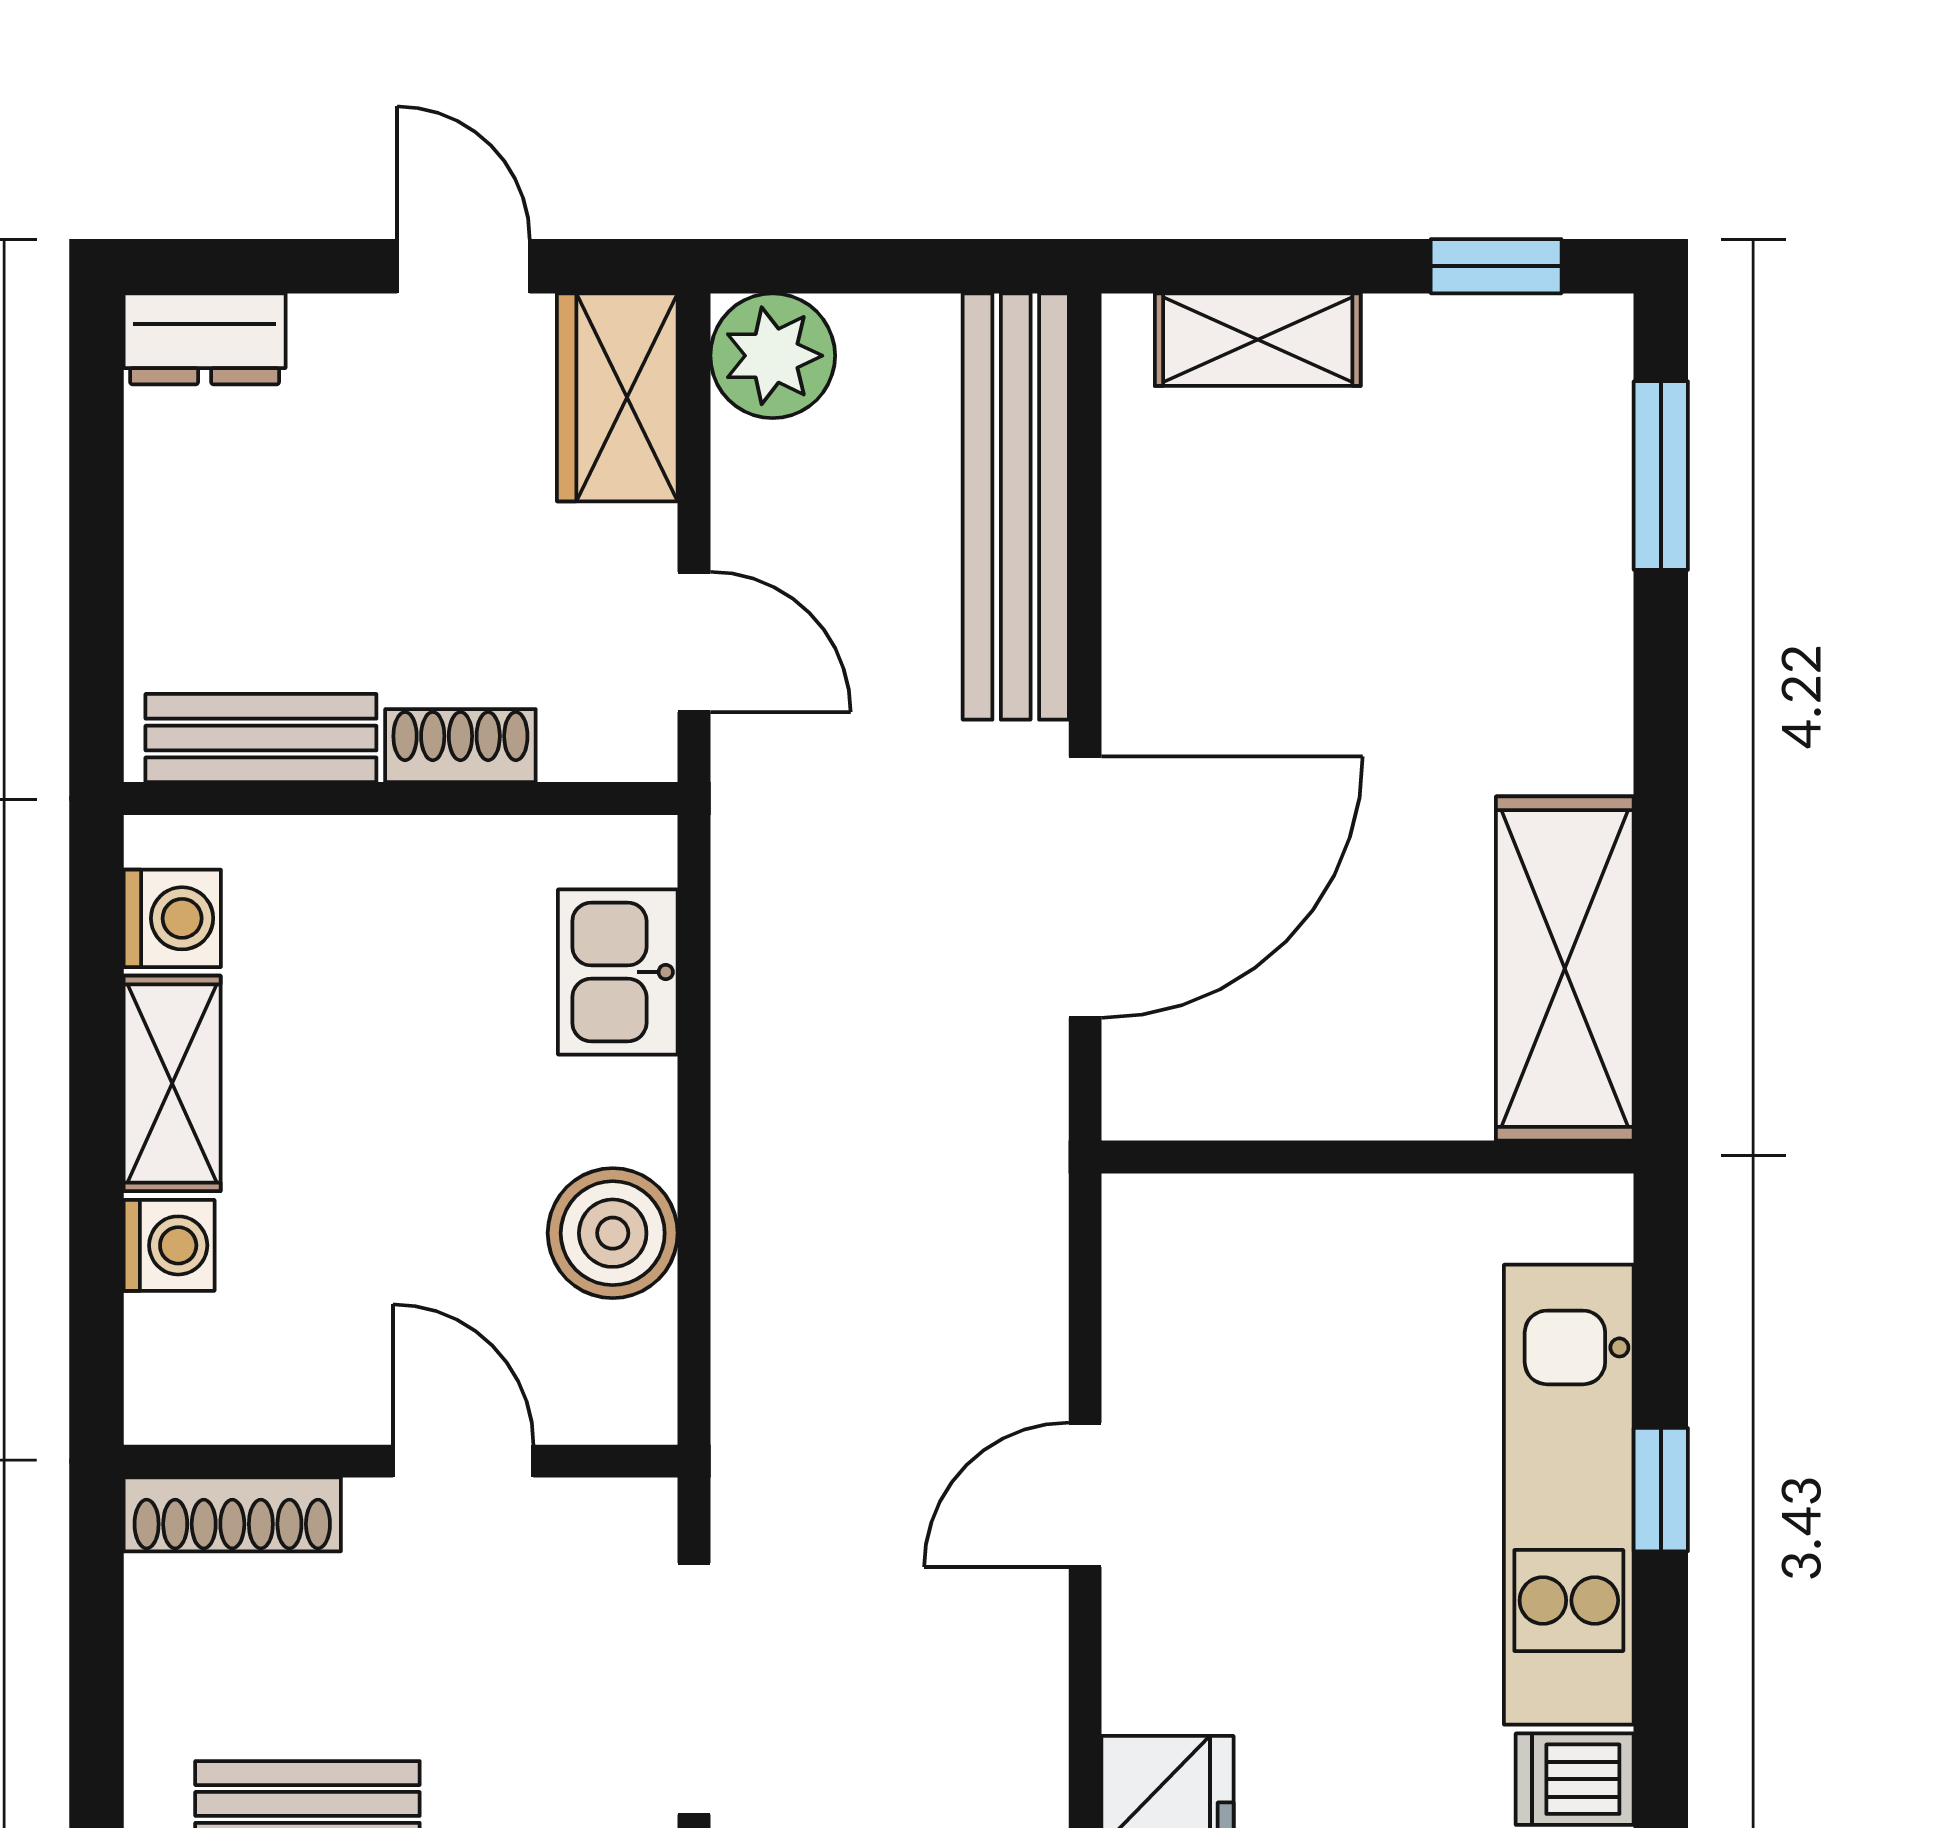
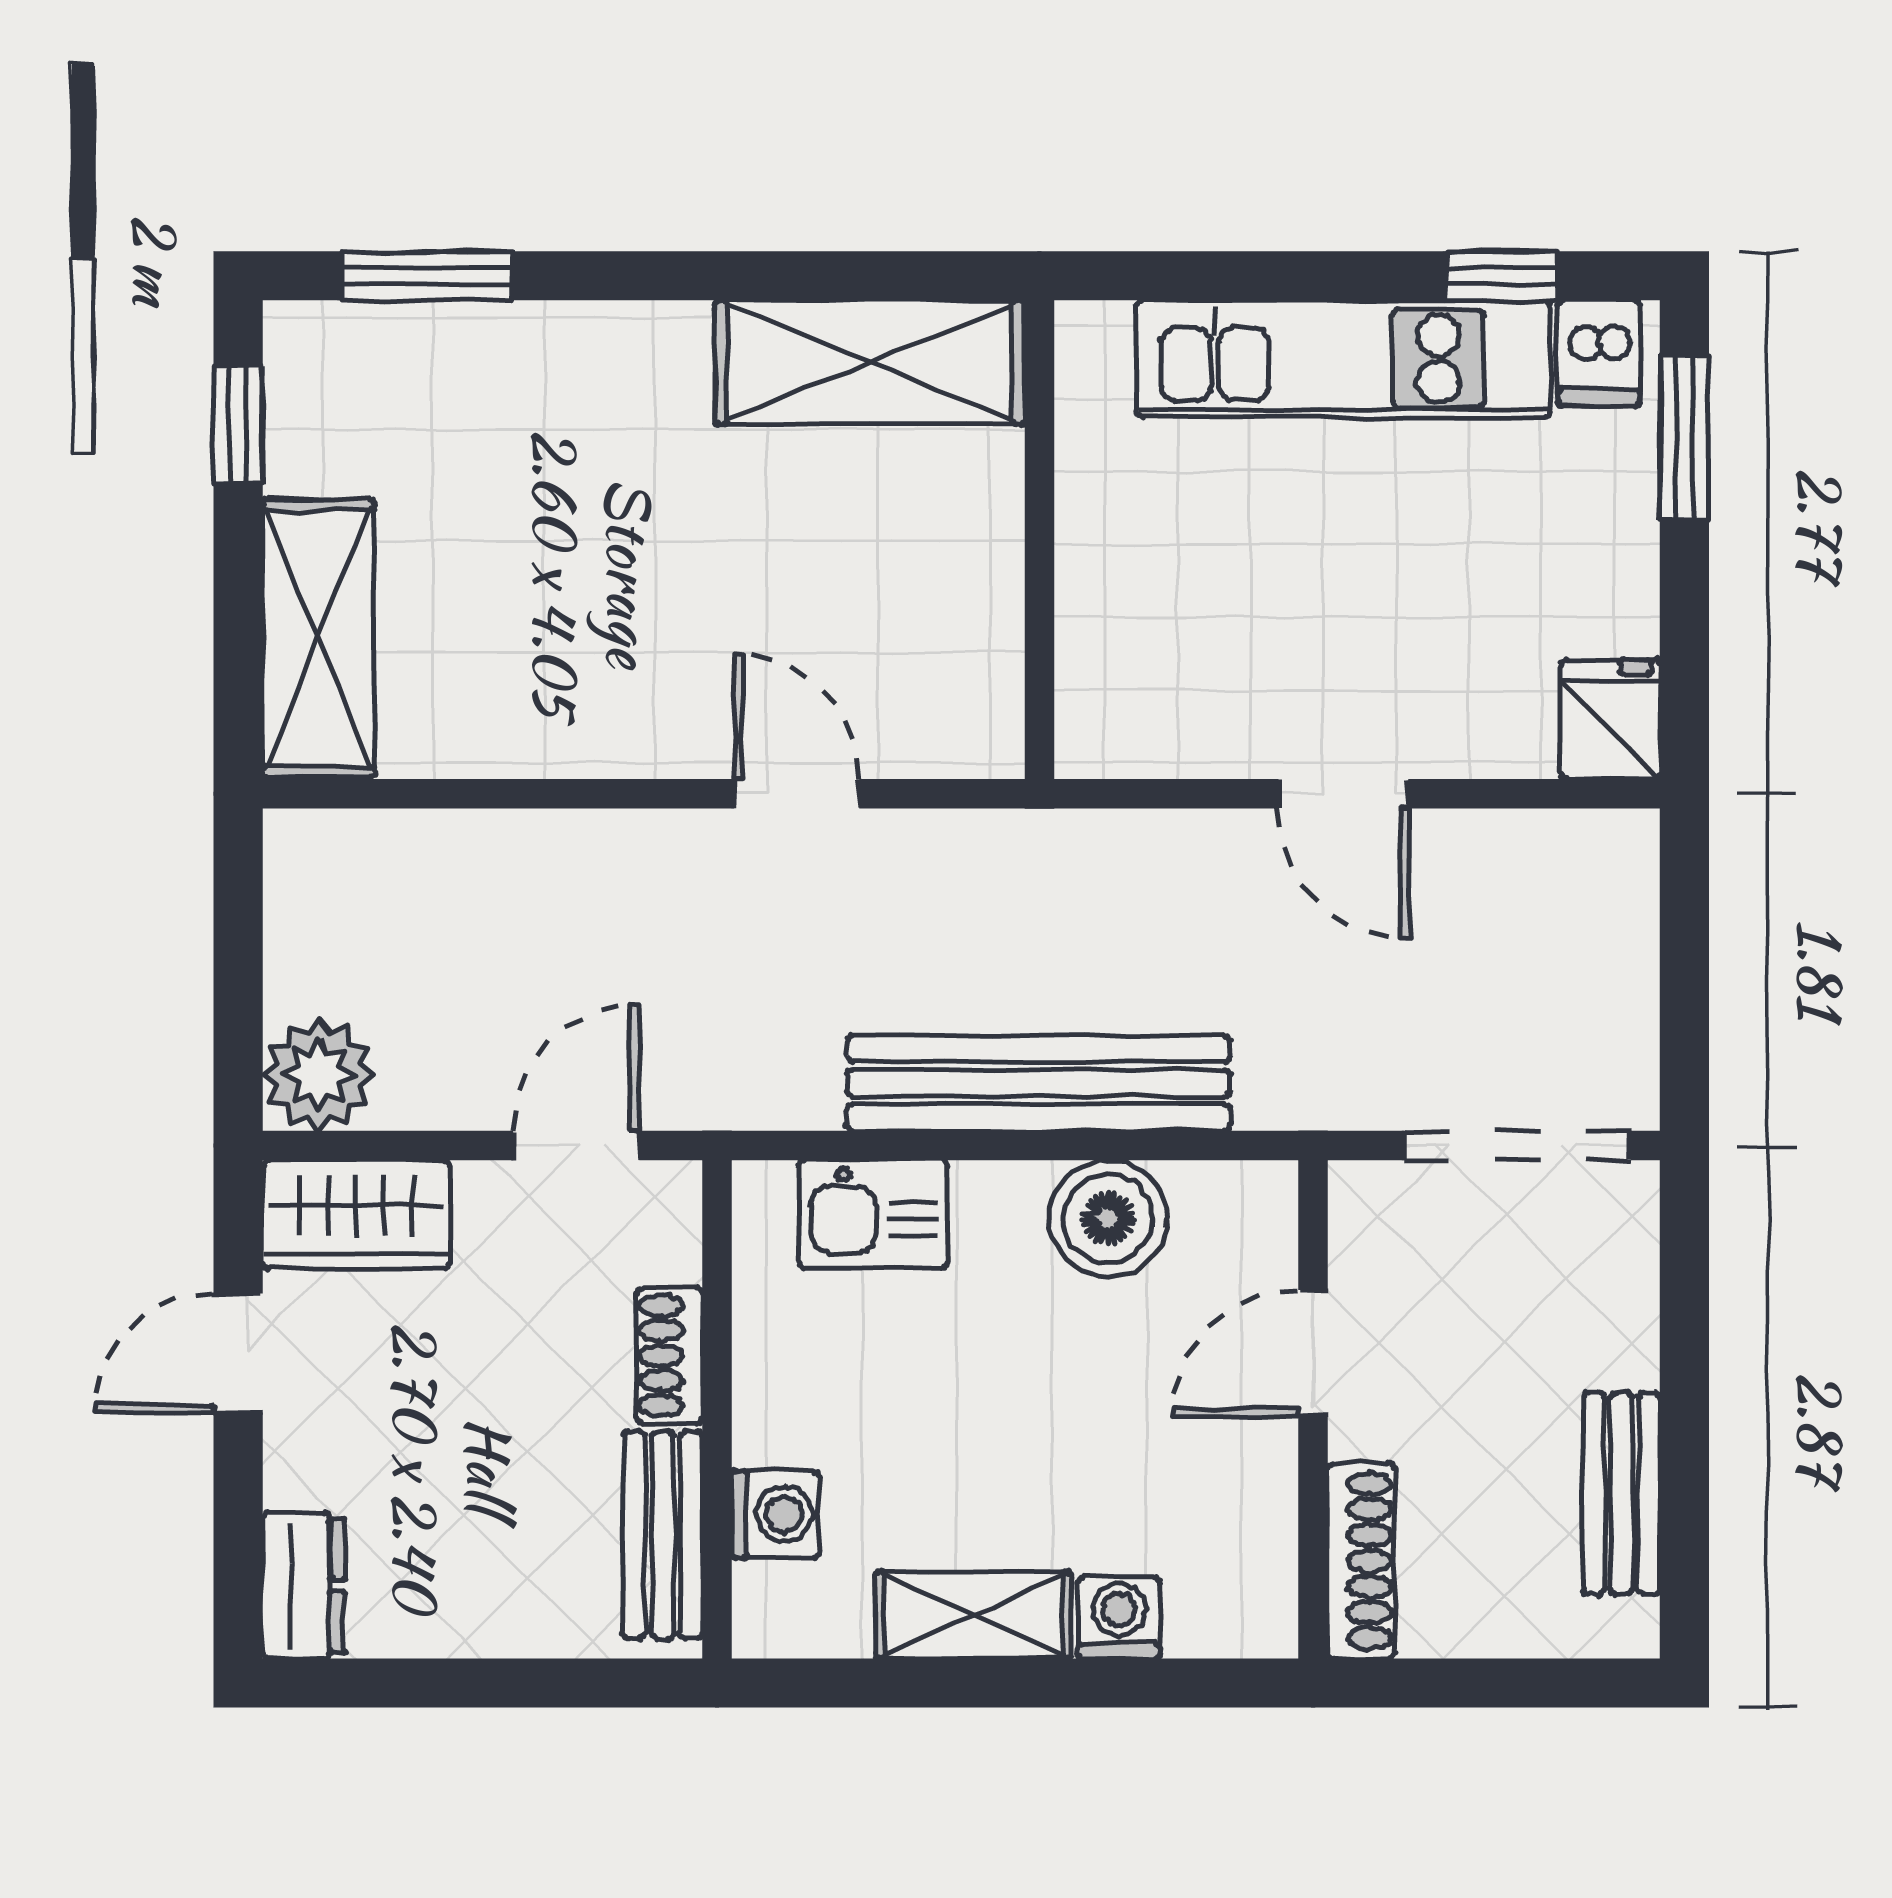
shelving: (1258, 340) -> (318, 638), width x1.50, depth x1.33
bench: (1016, 507) -> (1039, 1083), moved
door: (1085, 887) -> (797, 794), width x0.53
washing machine: (172, 918) -> (775, 1514), moved, turned 90
window: (1661, 1490) -> (1502, 276), moved

